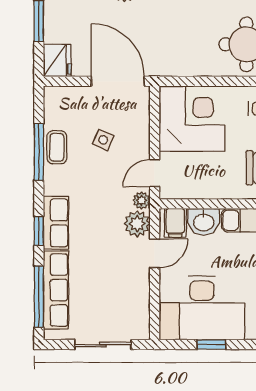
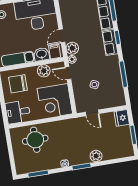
door: (118, 81) -> (92, 113), width x0.53
coffee table: (57, 147) -> (115, 78), removed
door: (155, 173) -> (68, 73), swing flipped
plant: (205, 186) -> (44, 71), added

